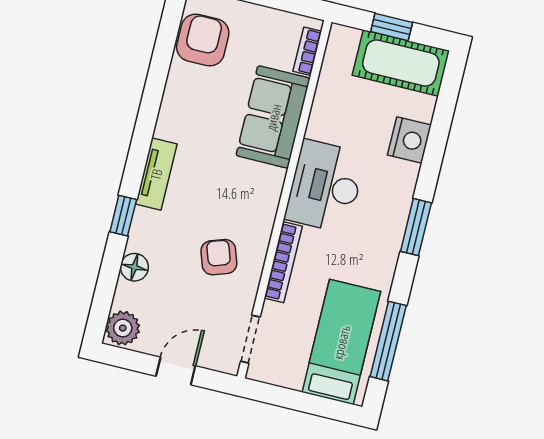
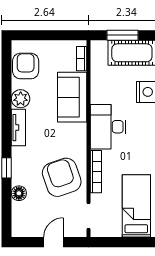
window: (392, 27) -> (122, 35), width x1.50
tv unit: (156, 174) -> (18, 128), moved
armchair: (219, 257) -> (62, 177), width x1.88, depth x1.88
plant: (123, 328) -> (21, 99), moved

